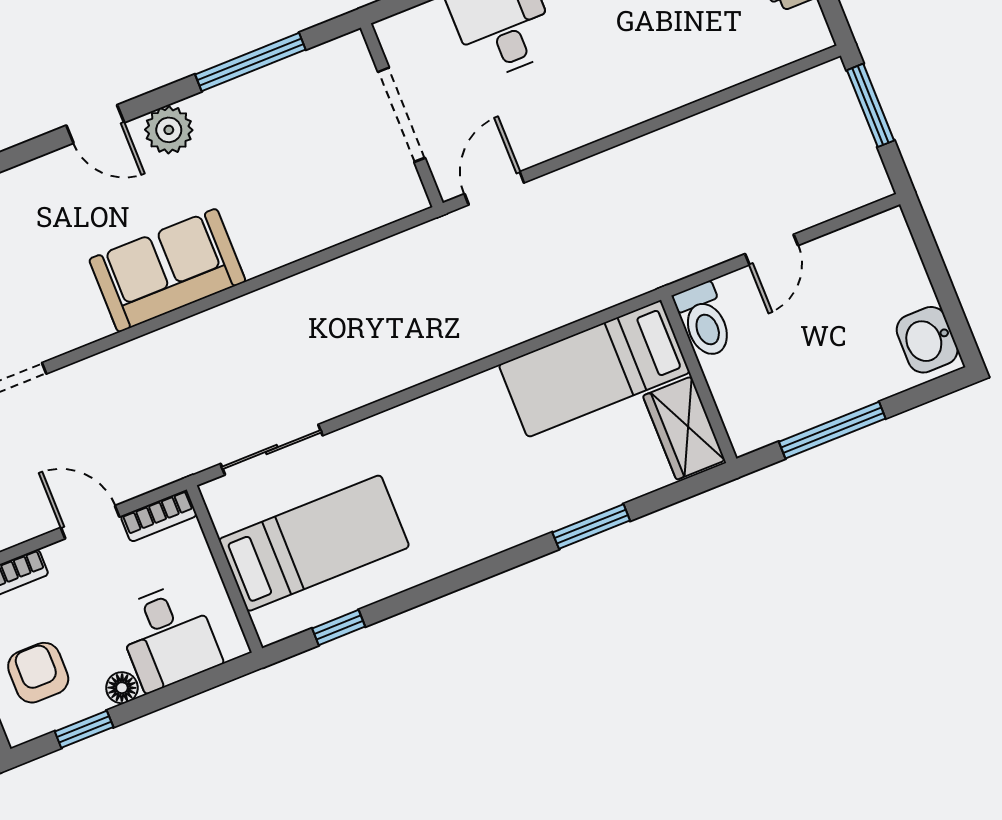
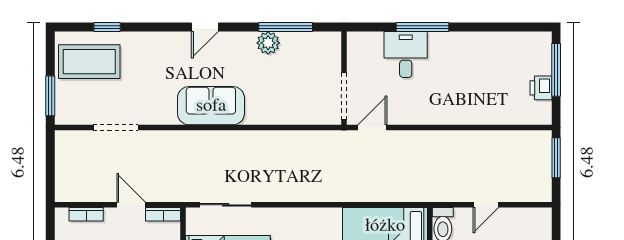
doorway: (402, 115) -> (344, 96), moved
door: (95, 124) -> (205, 27), hinge flipped
plant: (169, 130) -> (268, 43), moved

